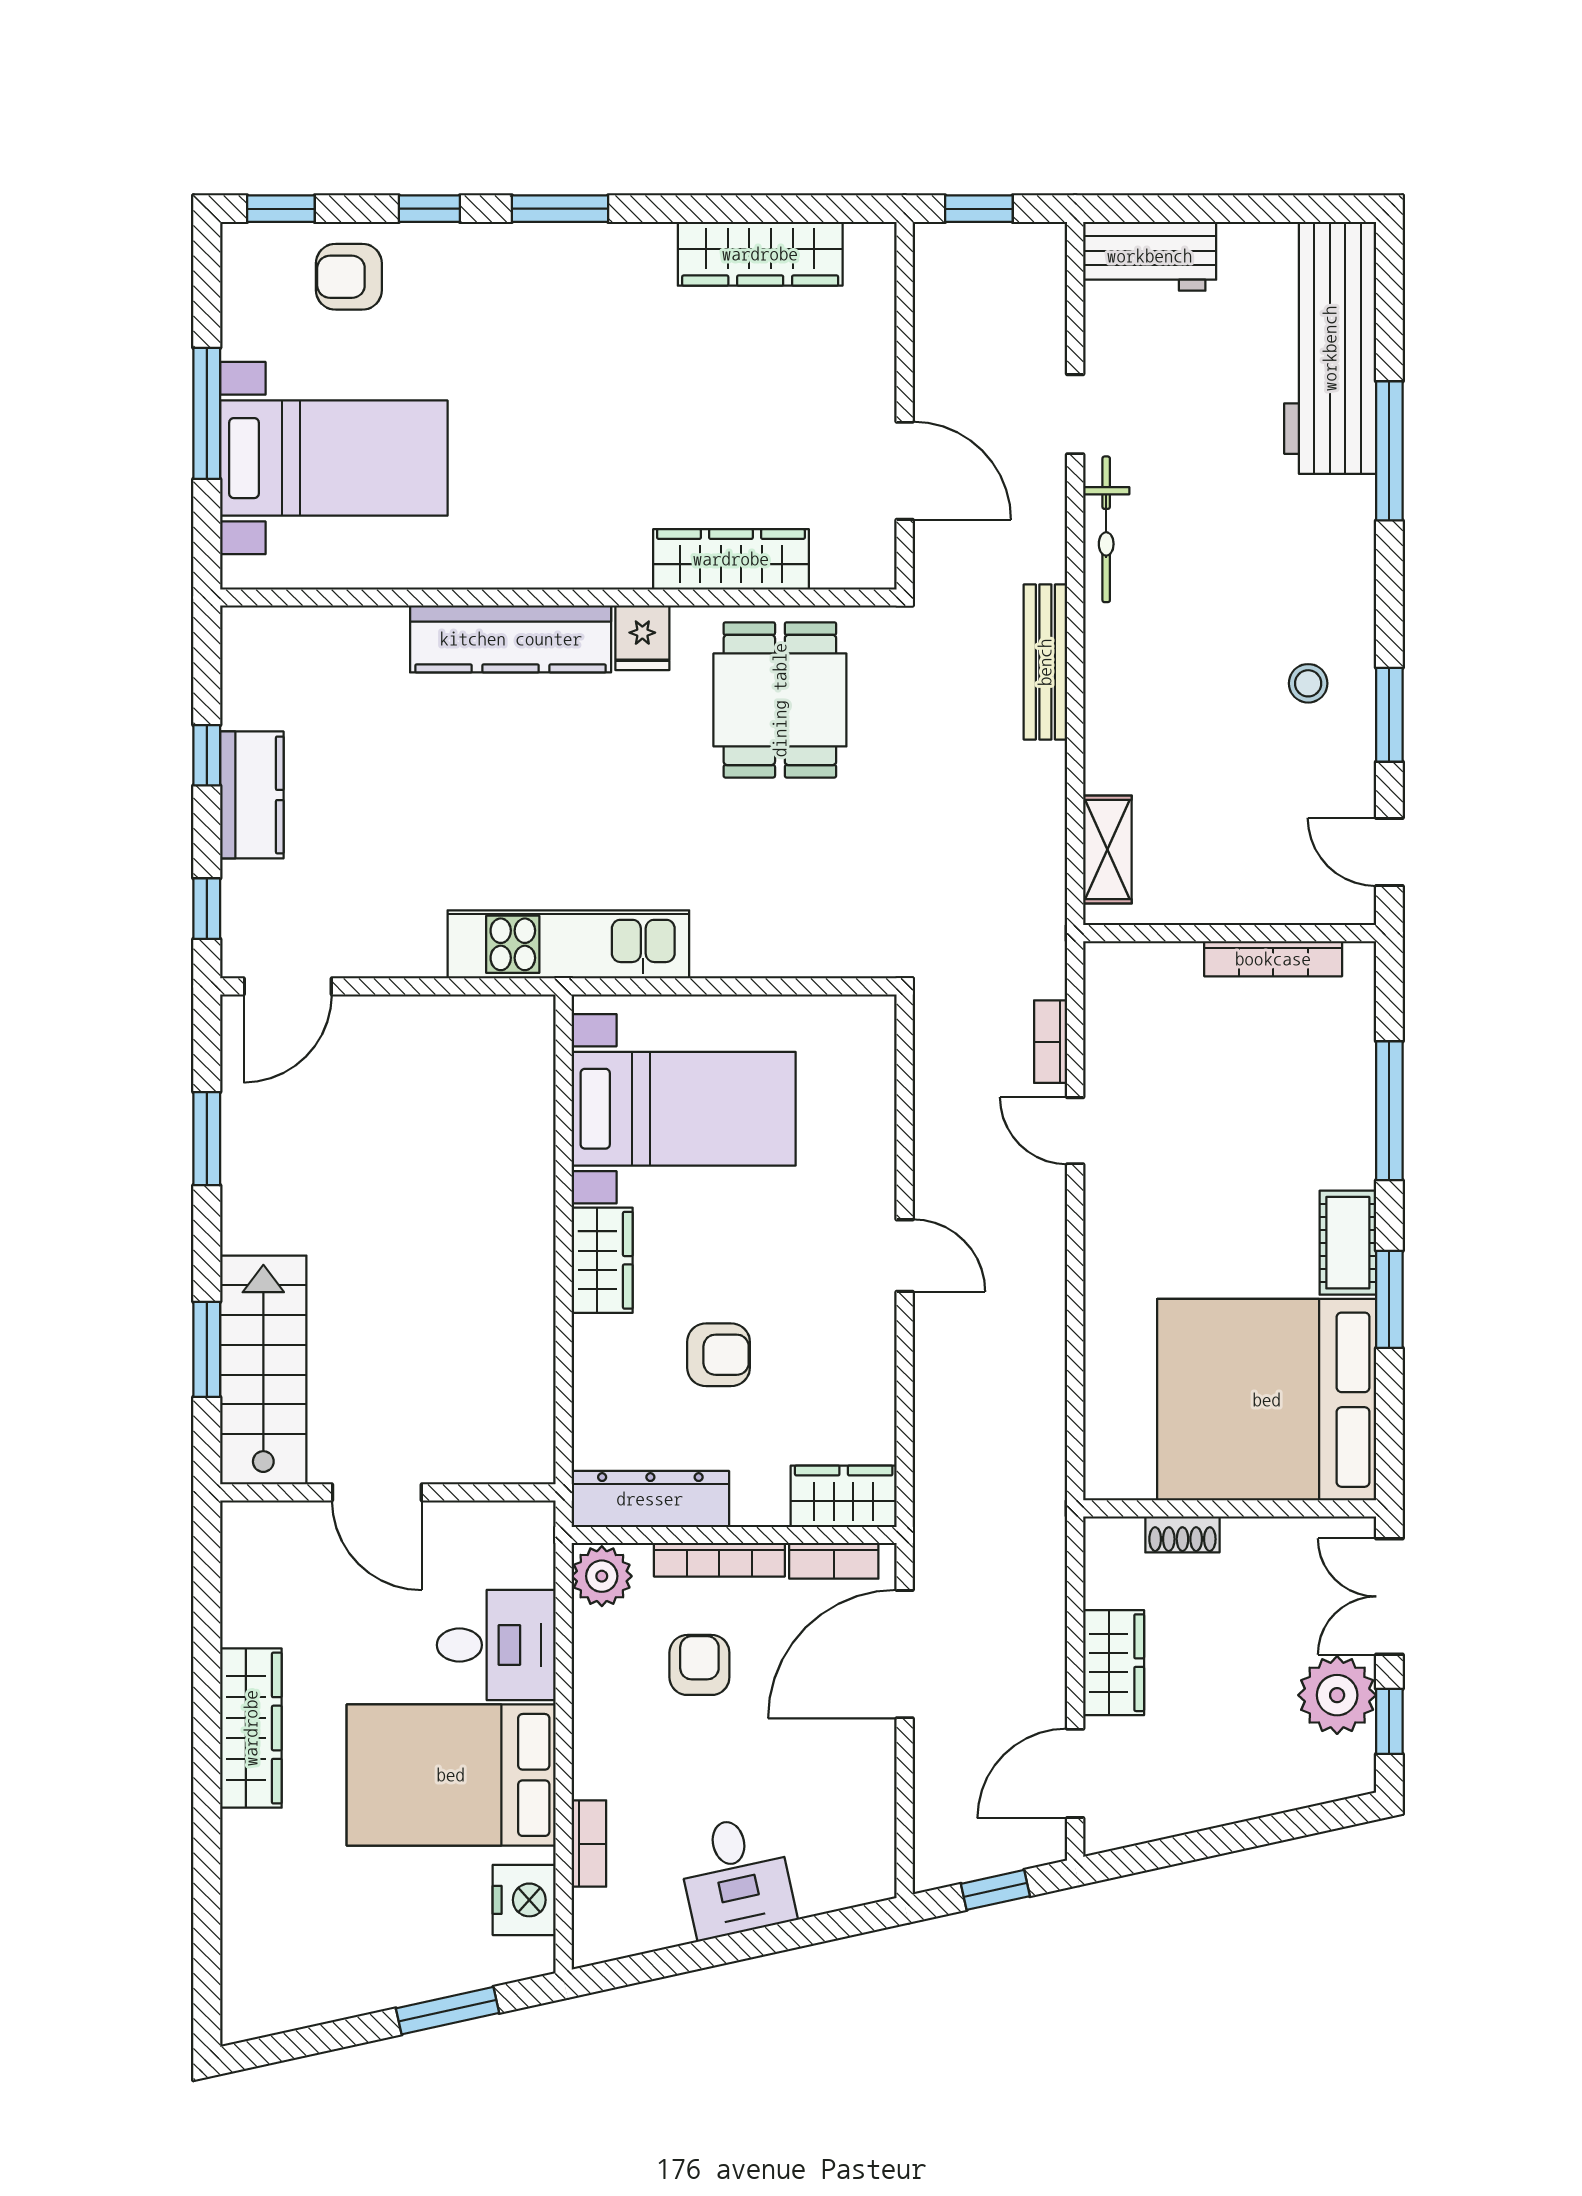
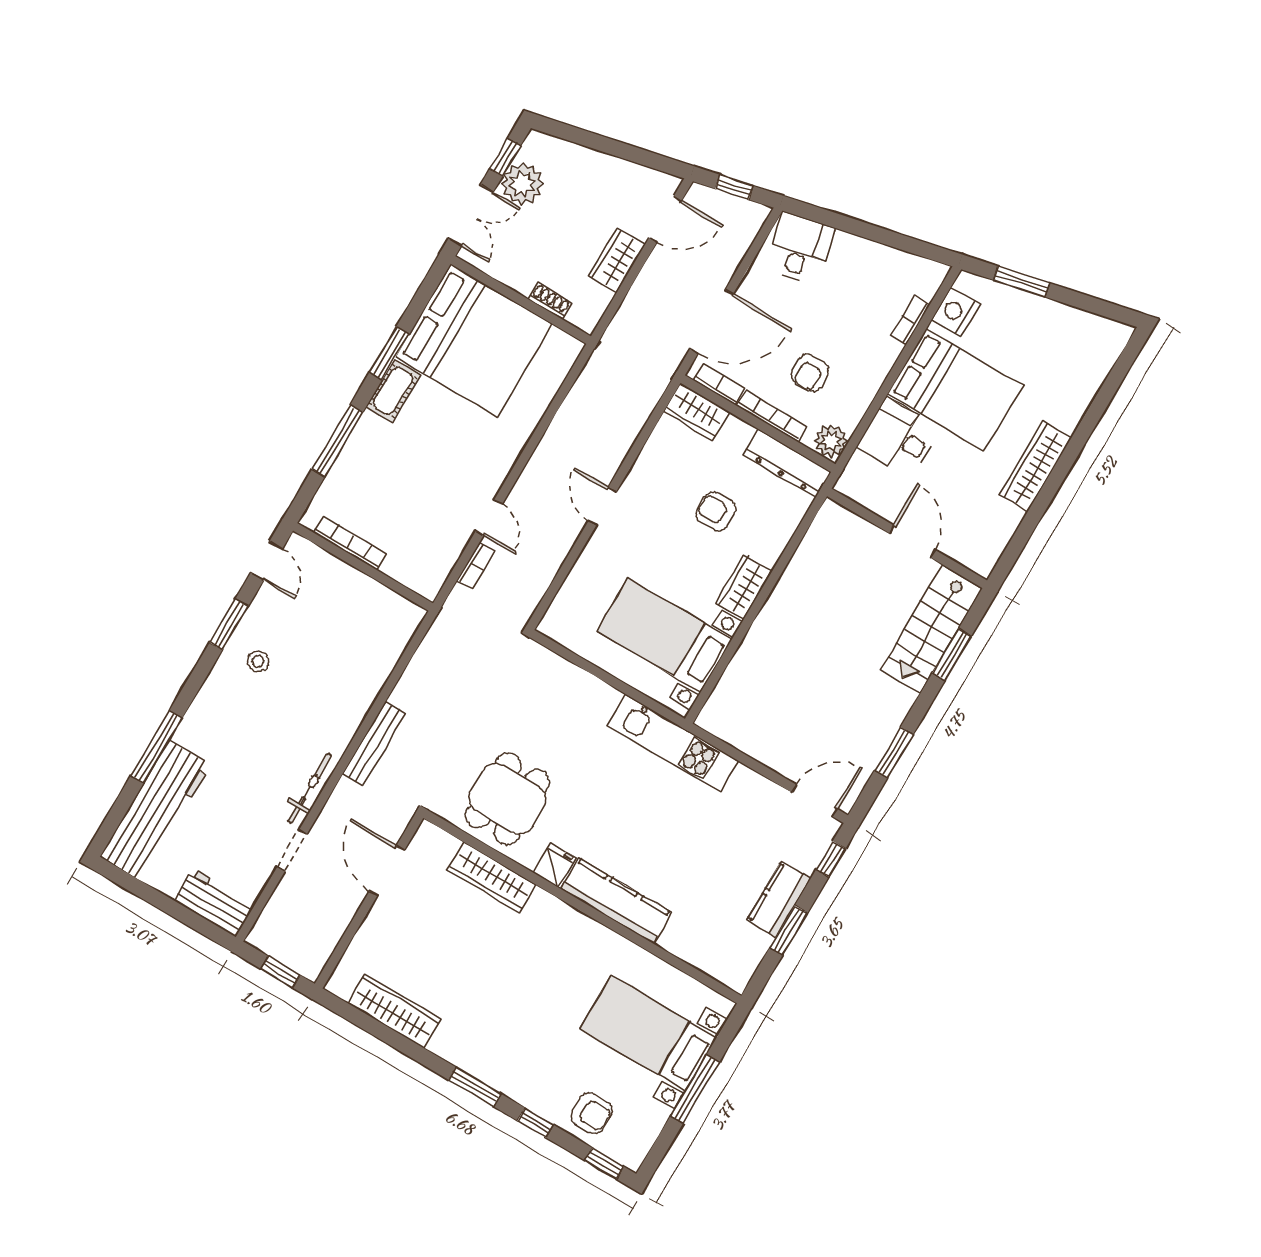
window: (207, 755) -> (789, 930), width x1.50
shelving: (1107, 849) -> (397, 639), removed
desk: (736, 1877) -> (800, 248), moved

